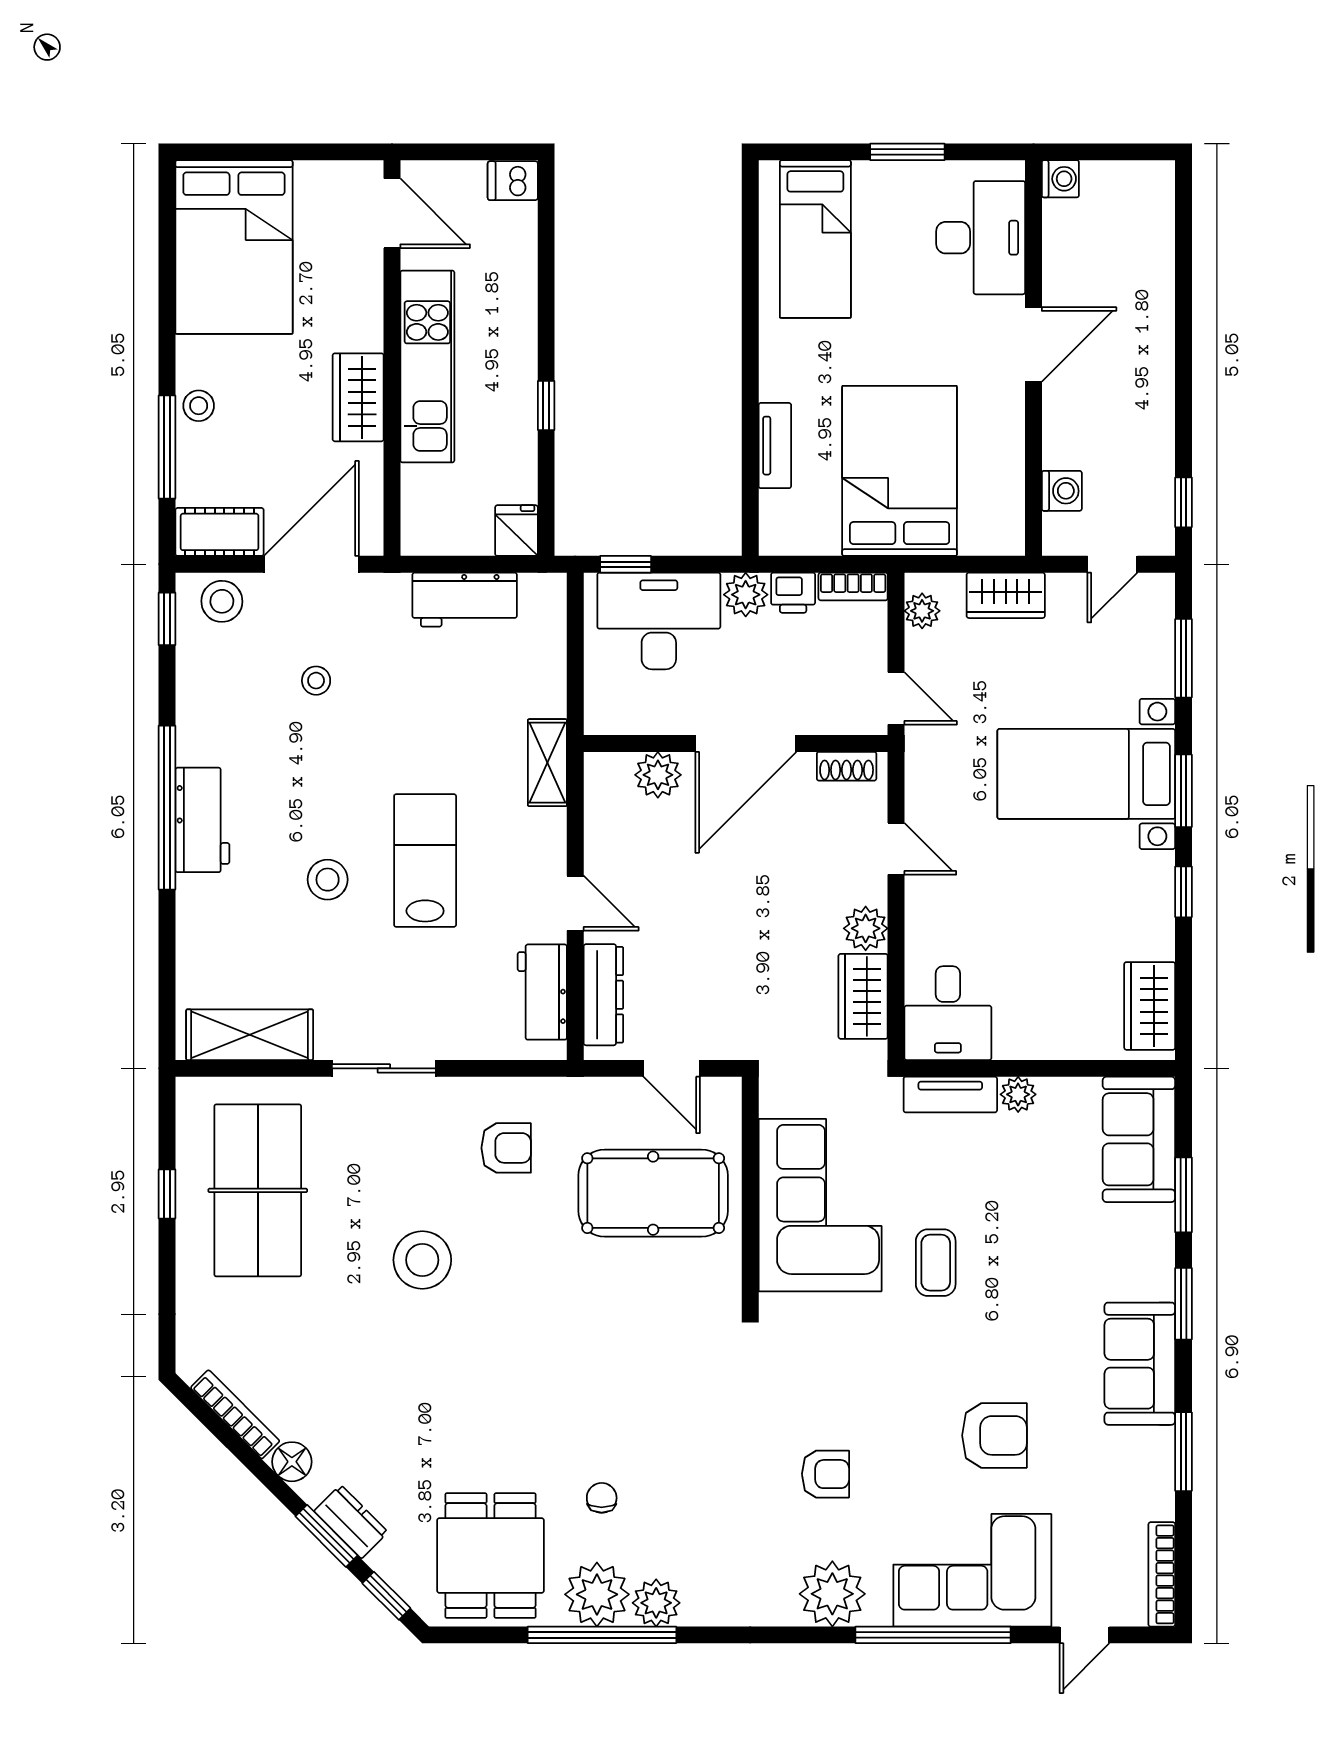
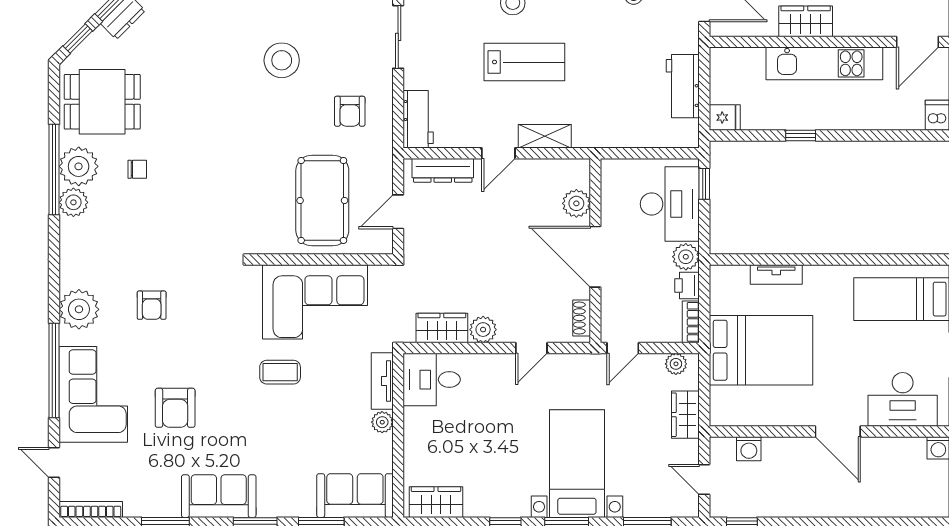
shelving: (547, 763) -> (545, 136), moved
workbench: (542, 992) -> (418, 119), moved, turned 90

